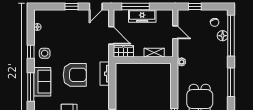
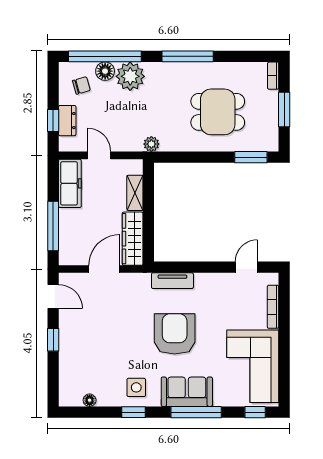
dresser: (195, 14) -> (67, 121), added
freezer: (142, 16) -> (70, 183), moved
door: (175, 32) -> (99, 155), hinge flipped
plant: (220, 50) -> (130, 76), added
wardrobe: (123, 51) -> (133, 239), width x1.50

